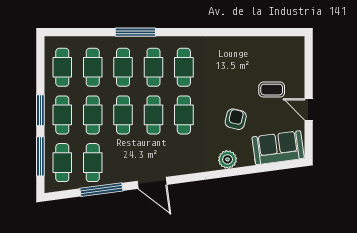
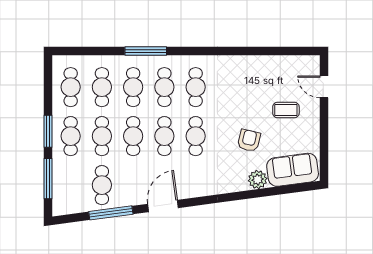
door: (309, 109) -> (324, 87), moved
plant: (228, 159) -> (258, 180), moved
cafe table: (62, 163) -> (71, 185), removed
door: (152, 183) -> (163, 206), swing flipped

